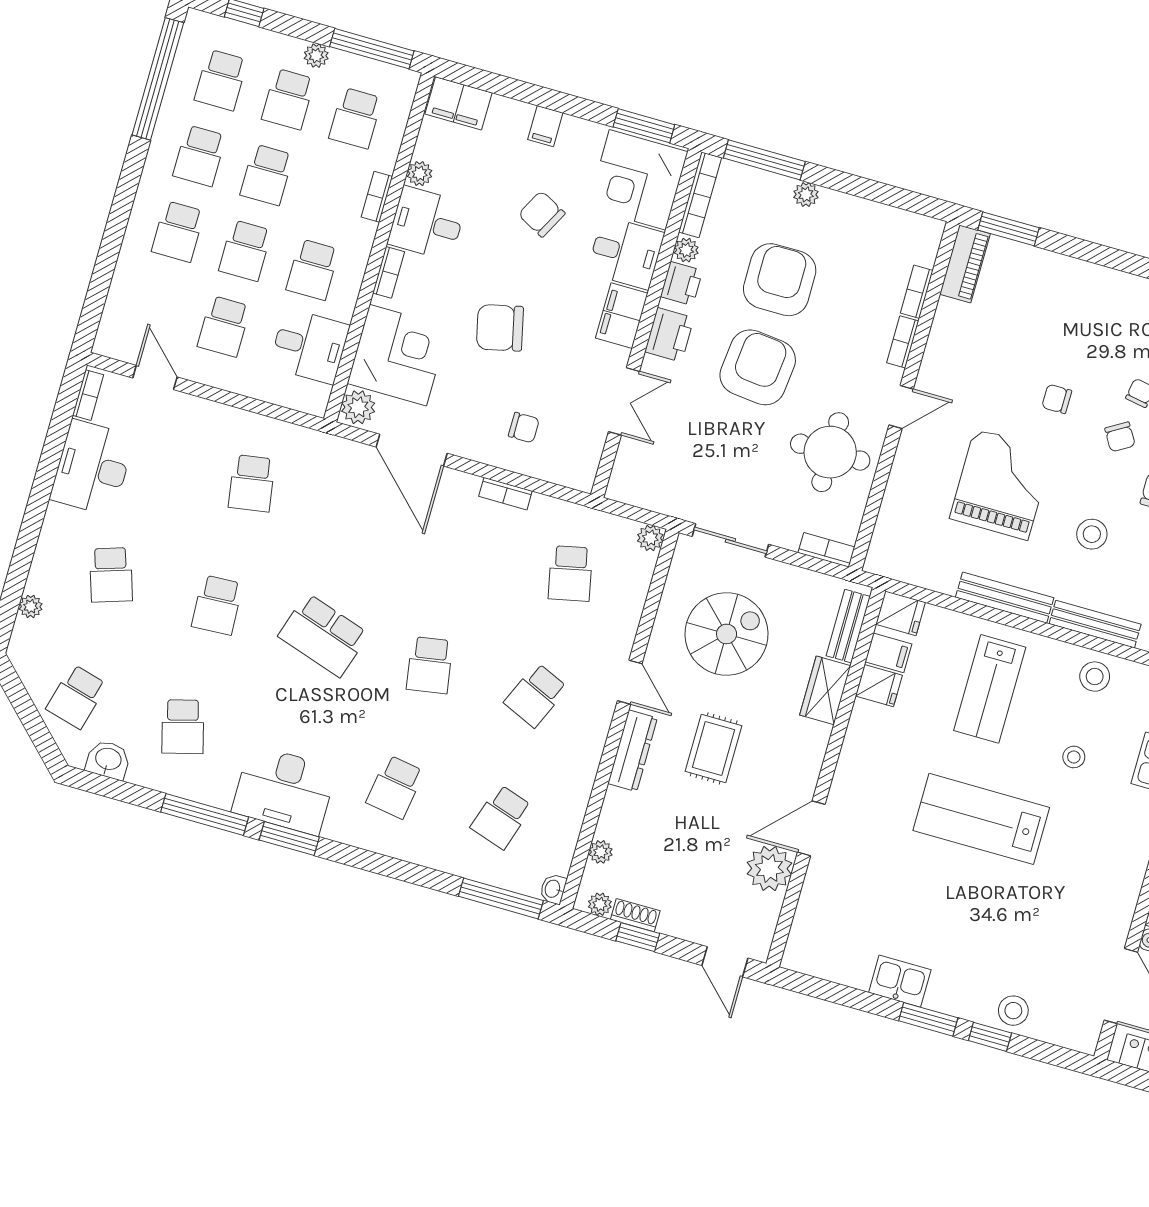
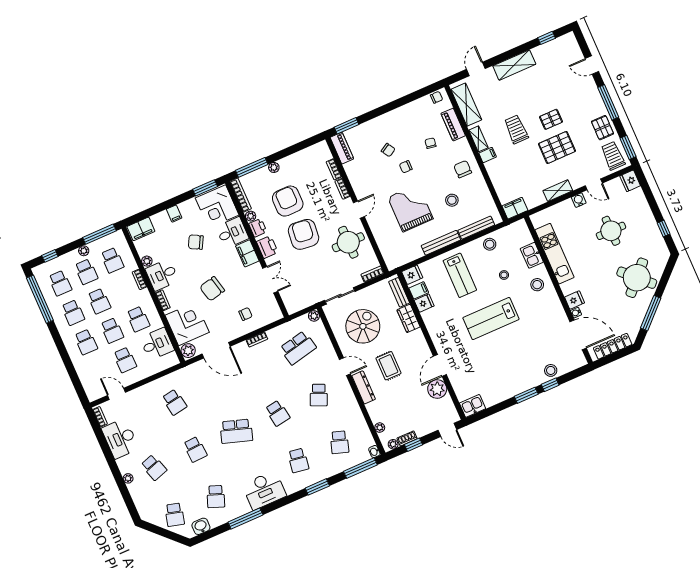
chair: (1120, 437) -> (388, 150), moved
school desk: (570, 573) -> (298, 348), width x1.85
plant: (31, 606) -> (128, 478), moved
school desk: (183, 727) -> (216, 497), turned 36
stool: (1121, 827) -> (537, 285), added
window: (289, 838) -> (317, 487), moved
kitchen sink: (900, 981) -> (473, 406), moved

